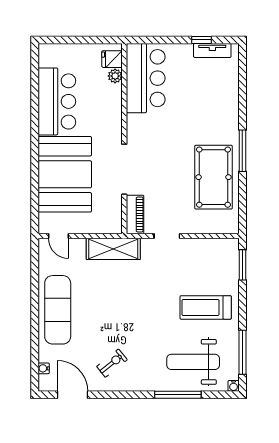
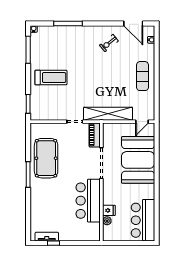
fridge: (112, 59) -> (109, 210), moved
bar counter: (146, 78) -> (88, 201), moved
bar counter: (57, 101) -> (143, 220), moved
door: (58, 236) -> (142, 122), swing flipped
shelving: (113, 249) -> (108, 114), width x1.47
exercise mat: (58, 310) -> (143, 76), width x0.73, depth x0.69
weight bench: (193, 362) -> (59, 44), removed

